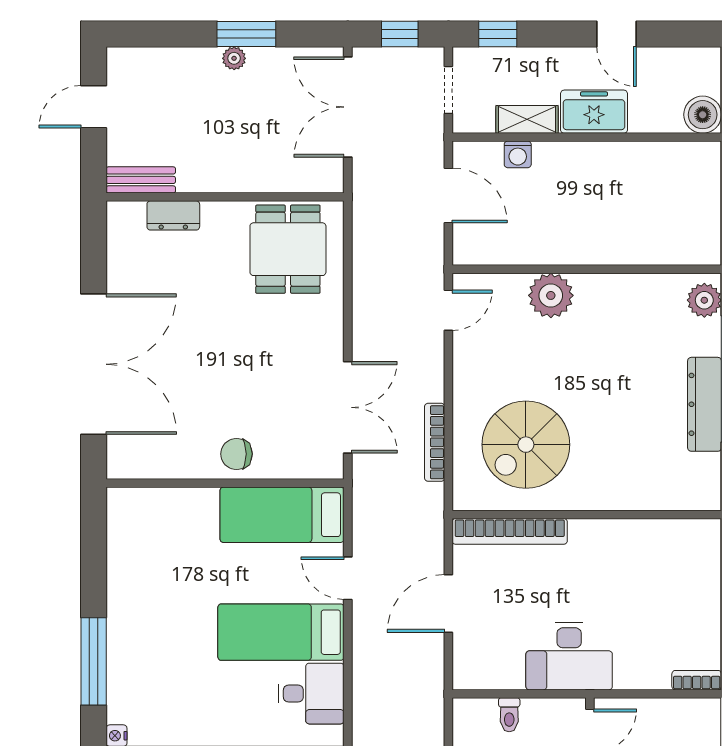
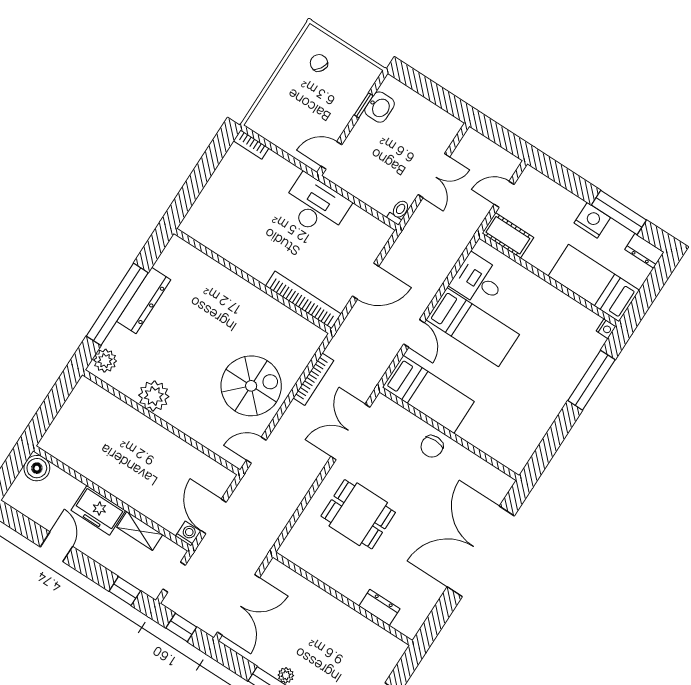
washing machine: (518, 154) -> (188, 534), moved
bench: (141, 180) -> (385, 640), removed
dining table: (288, 249) -> (358, 514), moved, turned 90
plant: (551, 295) -> (154, 396), moved
spiral stairs: (526, 445) -> (251, 386), moved
chair: (236, 454) -> (432, 446), turned 90
toilet: (509, 715) -> (399, 212), moved

